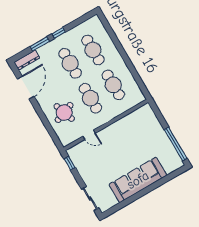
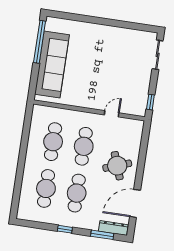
window: (40, 44) -> (102, 235), moved
round table: (64, 112) -> (117, 166), moved
door: (89, 135) -> (112, 114), hinge flipped
sofa: (138, 180) -> (52, 64), moved, turned -90

